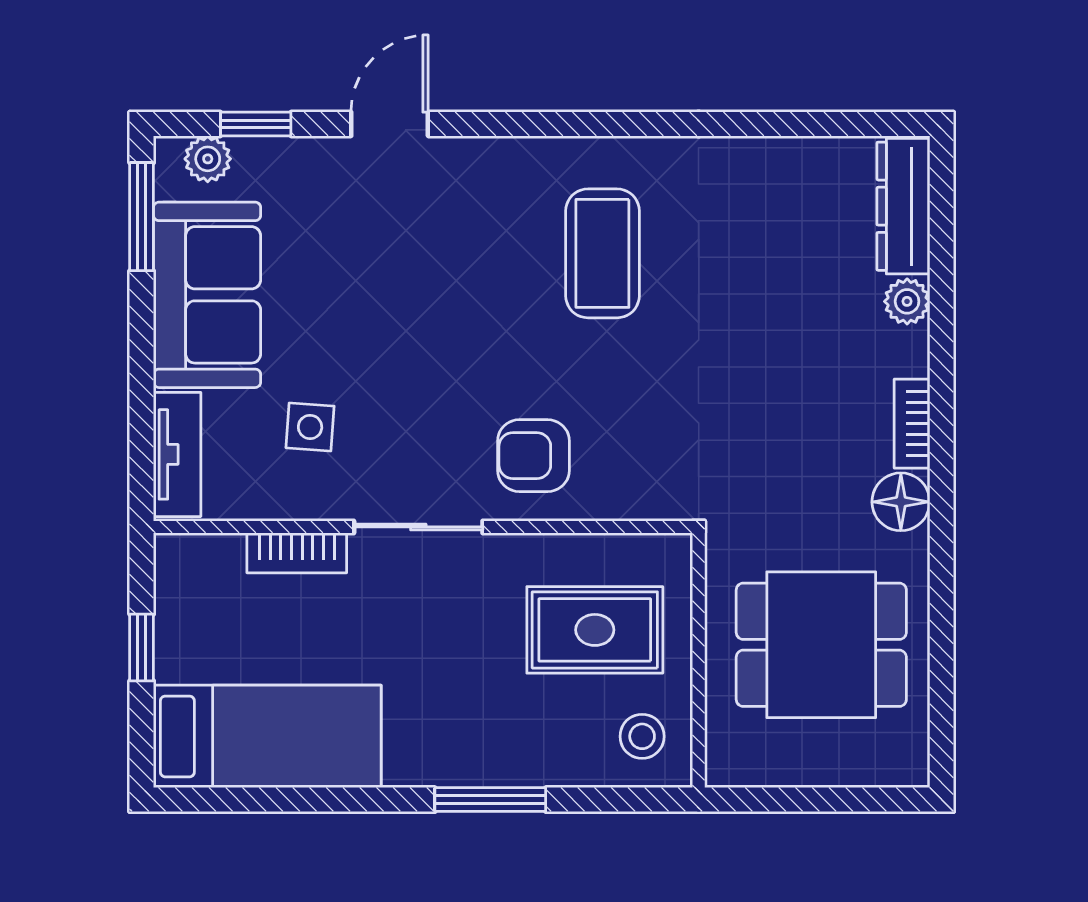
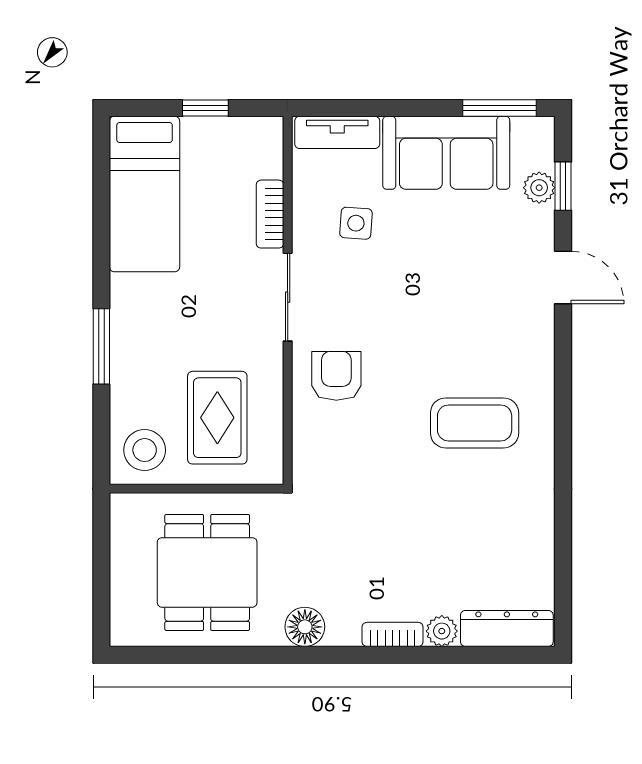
plant: (208, 159) -> (539, 188), moved
bookcase: (912, 424) -> (393, 634), moved
stool: (642, 736) -> (145, 450), width x1.37, depth x1.37

